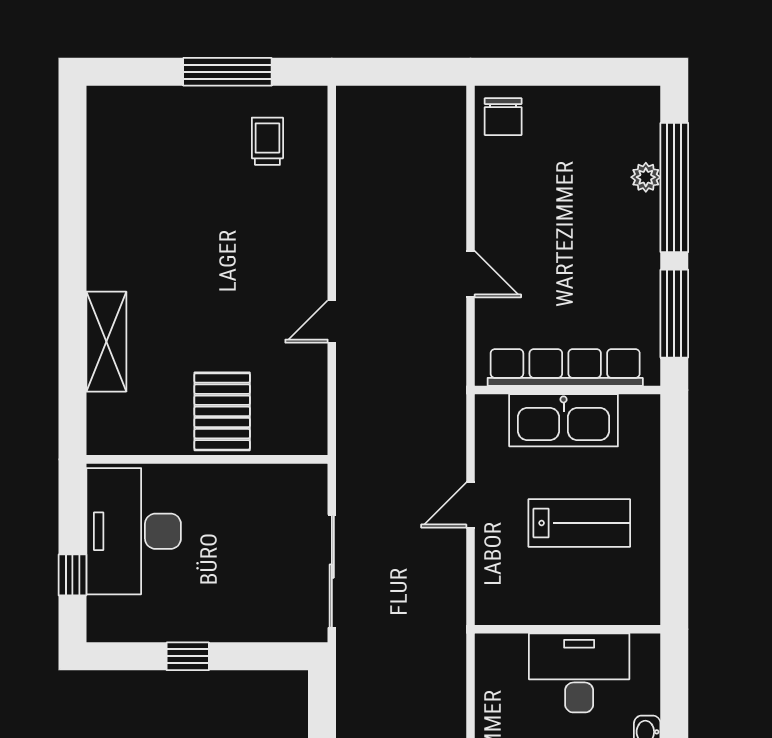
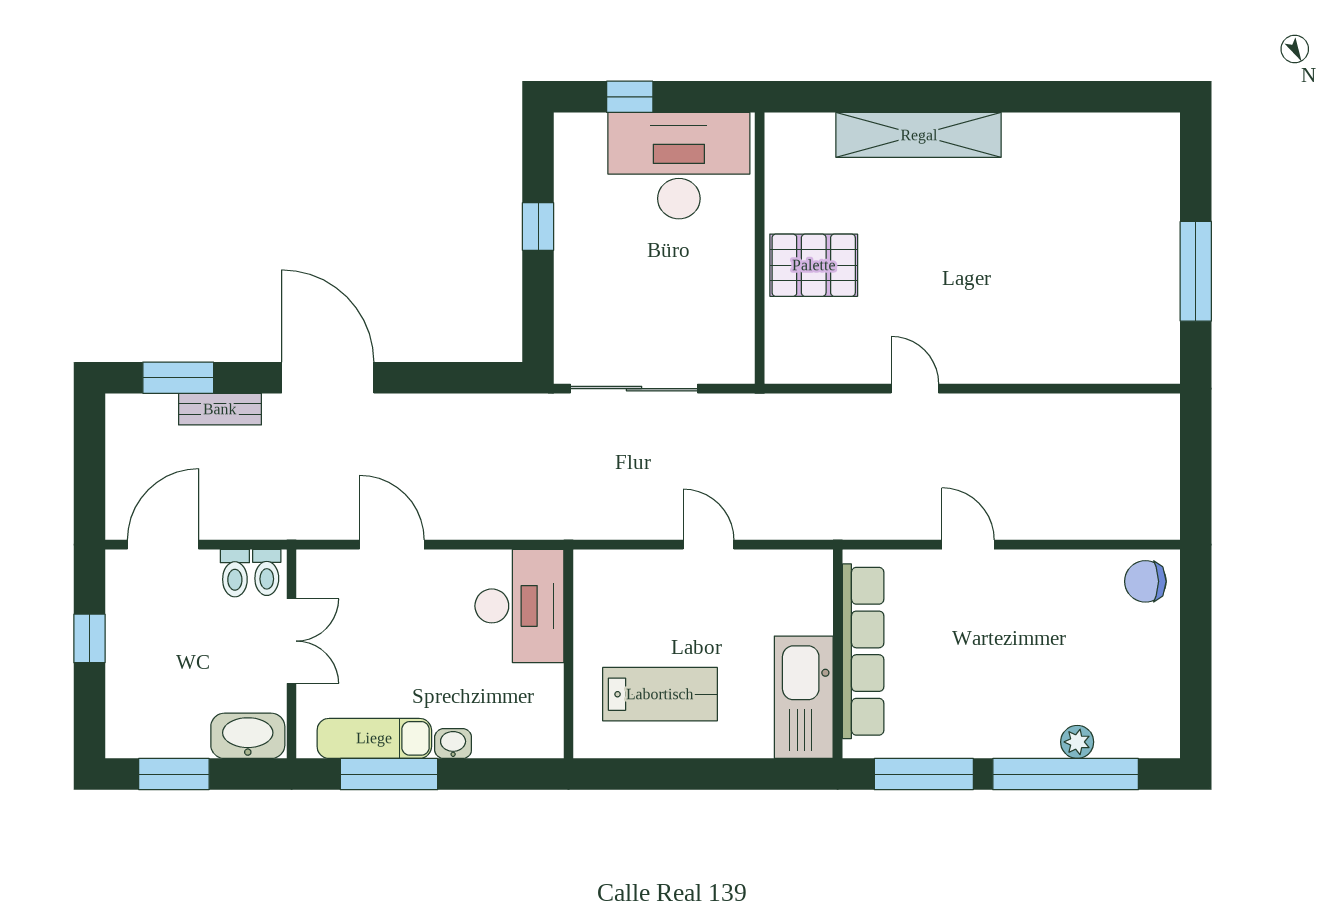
trolley: (267, 141) -> (1118, 316), removed
door: (470, 274) -> (968, 545), swing flipped
shelving: (106, 342) -> (919, 135), width x1.47
kitchen sink: (564, 420) -> (804, 697), moved
lab bench: (579, 523) -> (660, 694), moved, turned -90
desk: (579, 673) -> (519, 606), moved

